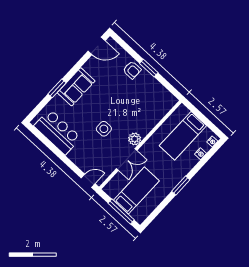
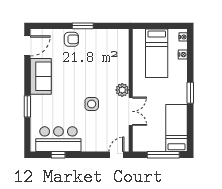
sofa: (76, 87) -> (41, 76), moved
window: (47, 143) -> (58, 155), added
bed: (136, 191) -> (177, 128), moved

